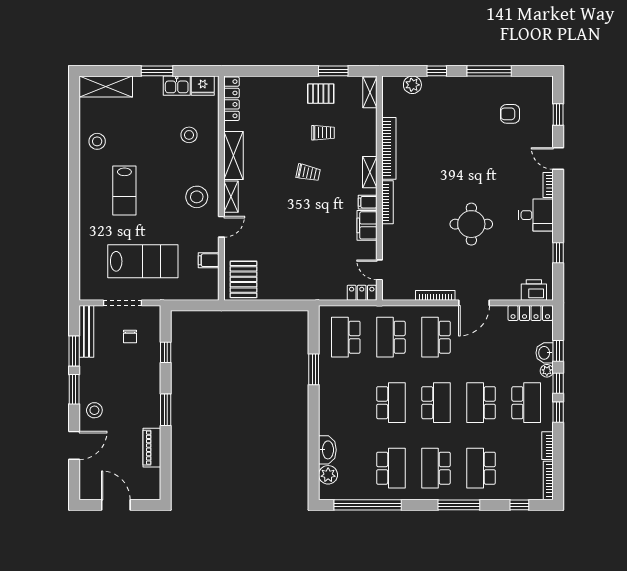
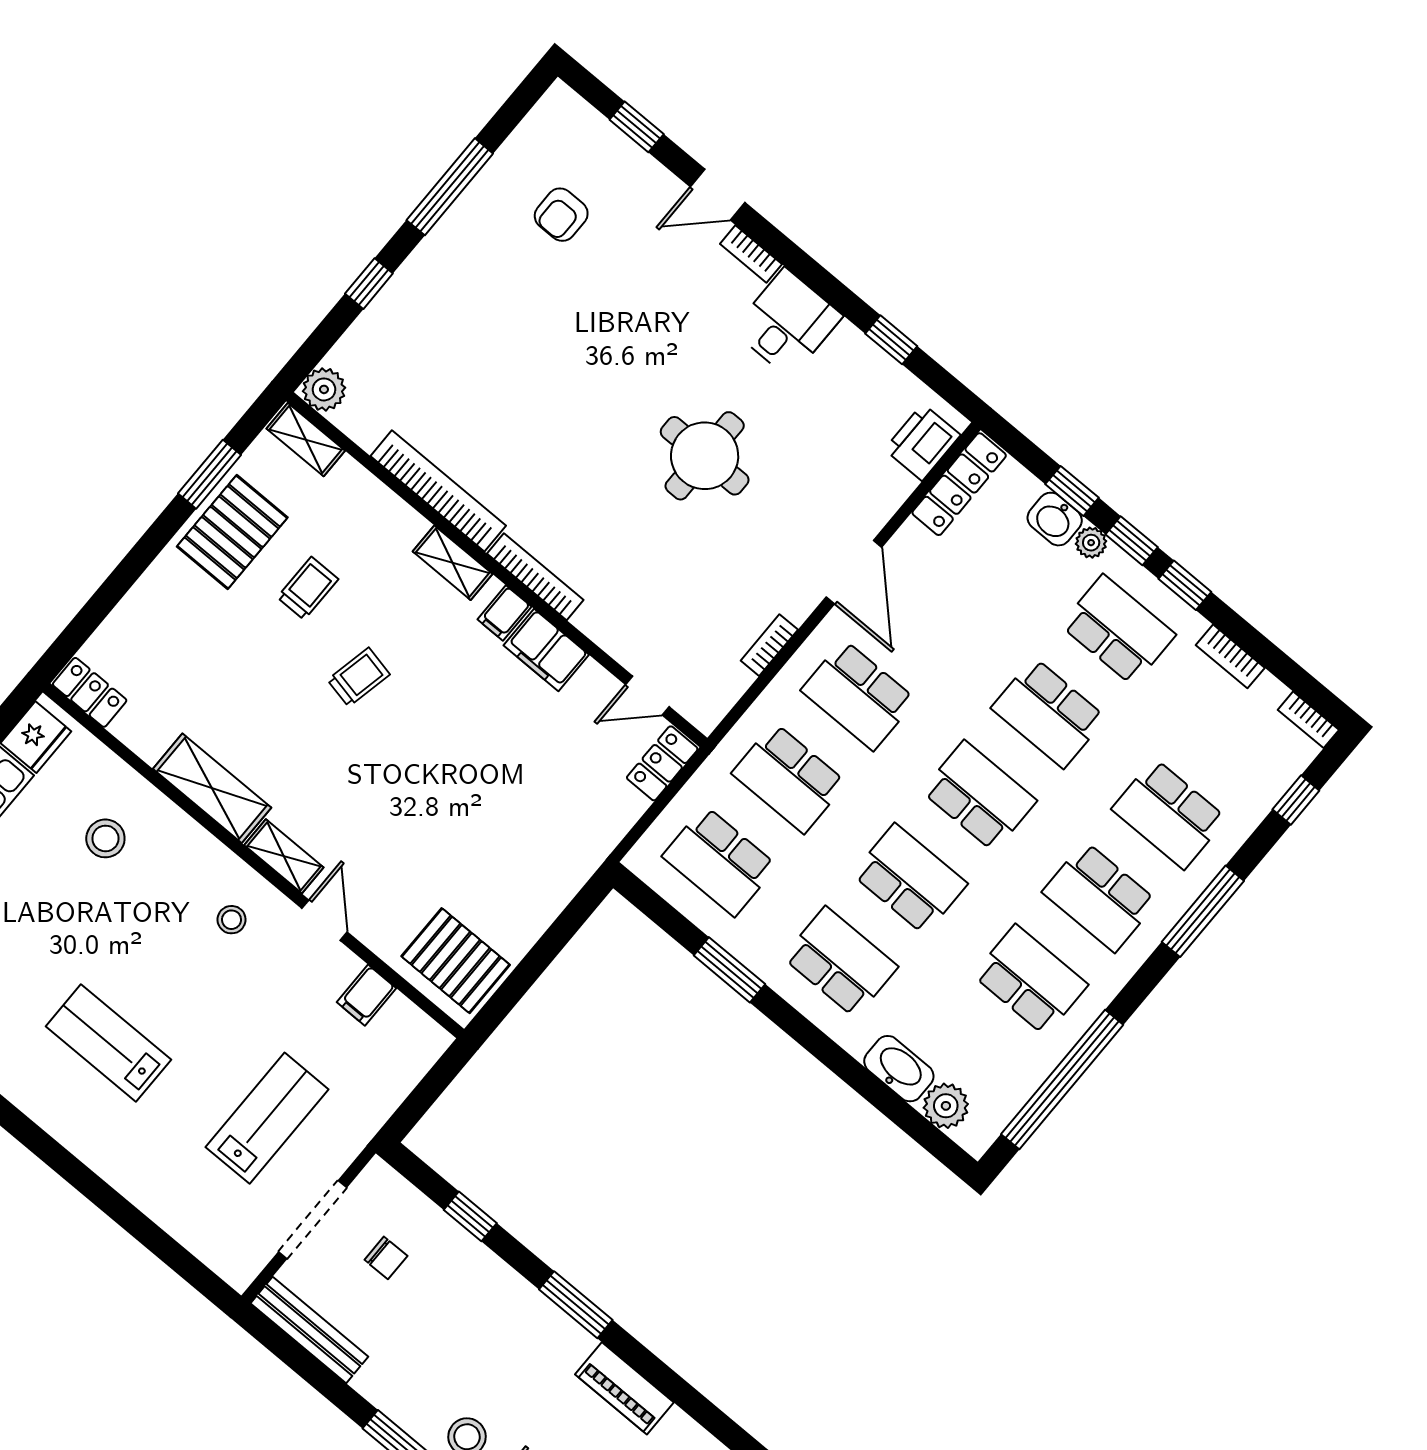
plant: (412, 85) -> (324, 389), moved
pallet: (321, 94) -> (232, 532), width x1.50, depth x1.42
locker: (231, 99) -> (90, 692), width x0.66
lab bench: (124, 191) -> (108, 1043), turned 180
stool: (197, 197) -> (232, 920), width x0.53, depth x0.53
lab bench: (143, 261) -> (267, 1118), width x0.73, depth x0.72
bookcase: (435, 295) -> (769, 645), width x0.64
window: (74, 351) -> (327, 1383), removed
school desk: (346, 403) -> (840, 962), added
bookcase: (548, 481) -> (1308, 720), width x0.64

